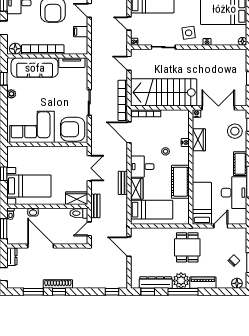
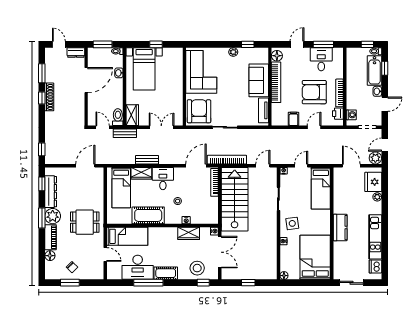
sofa: (35, 68) -> (259, 80), width x0.73
double door: (89, 168) -> (161, 127), swing flipped
floor lamp: (237, 283) -> (50, 256), moved
window: (183, 292) -> (42, 218), width x0.69

